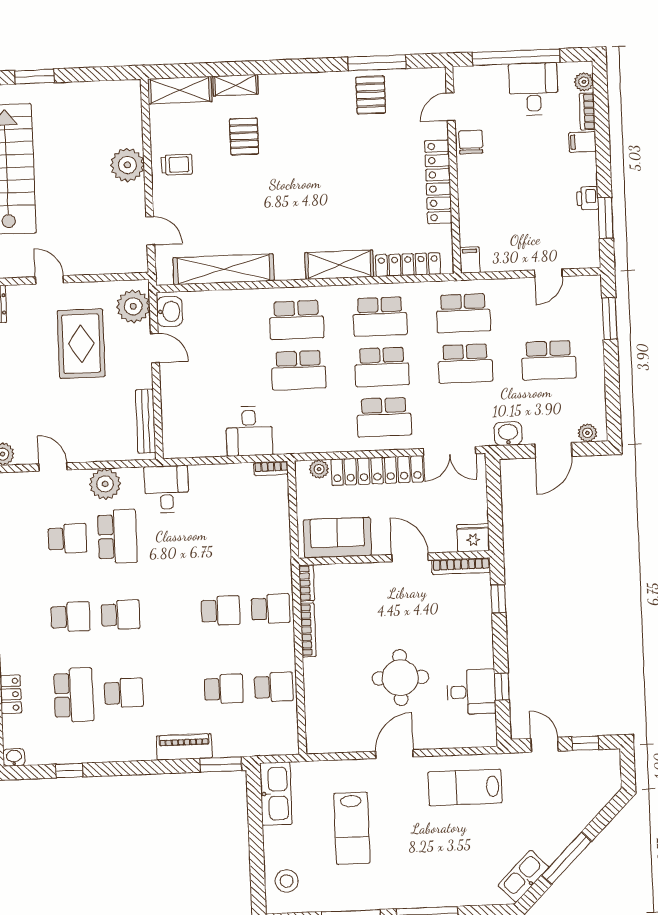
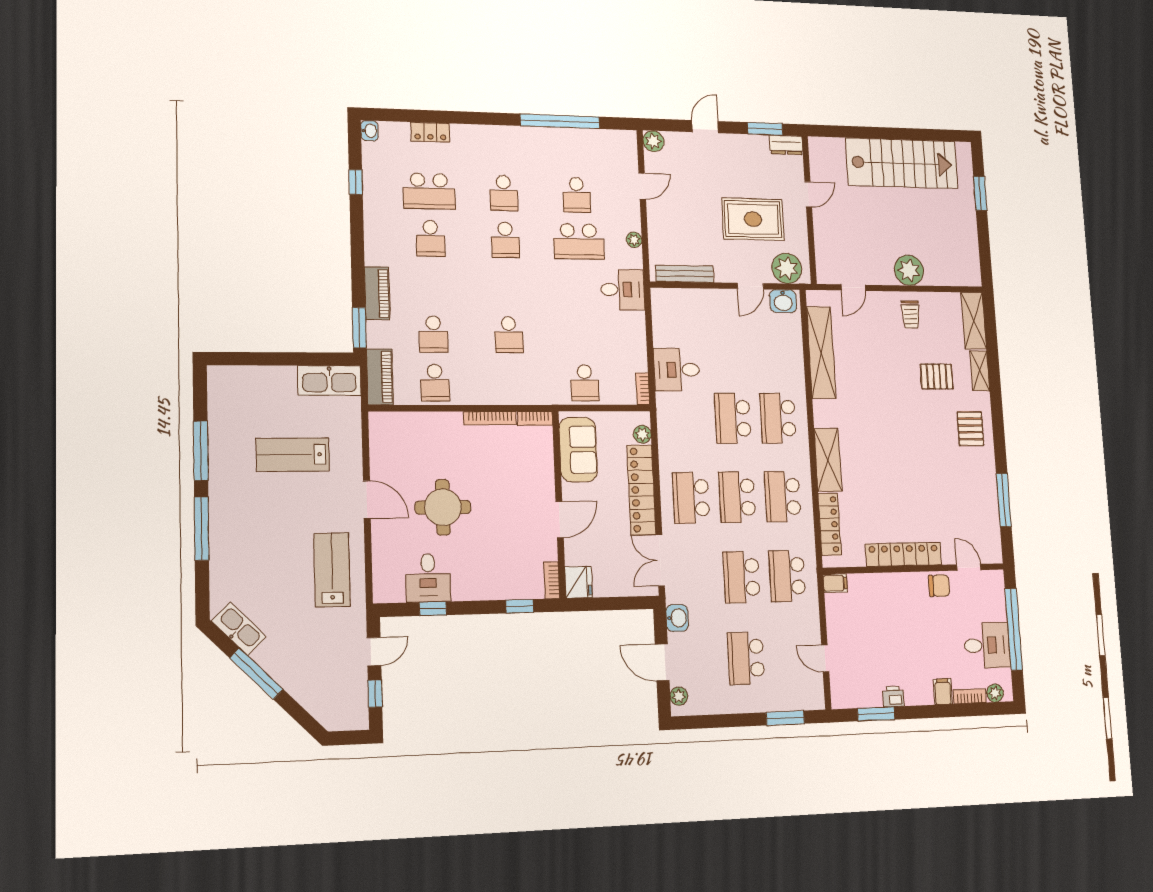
pallet: (371, 95) -> (970, 429), moved, turned 90
plant: (105, 484) -> (634, 240), width x0.53, depth x0.53
bookcase: (461, 566) -> (552, 580), width x0.64
school desk: (271, 609) -> (585, 383), moved
piano: (270, 743) -> (380, 377), added
stool: (287, 881) -> (240, 387), removed

